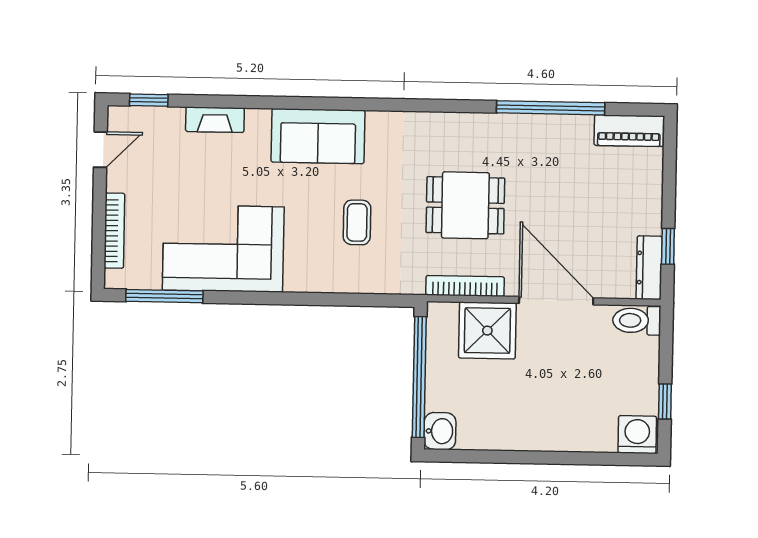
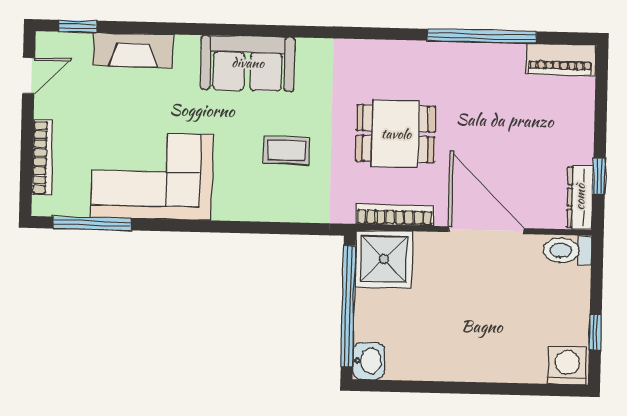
fireplace: (215, 120) -> (133, 50), width x1.37, depth x1.32
coffee table: (357, 222) -> (286, 150), turned 90
shower: (487, 331) -> (384, 259), moved

